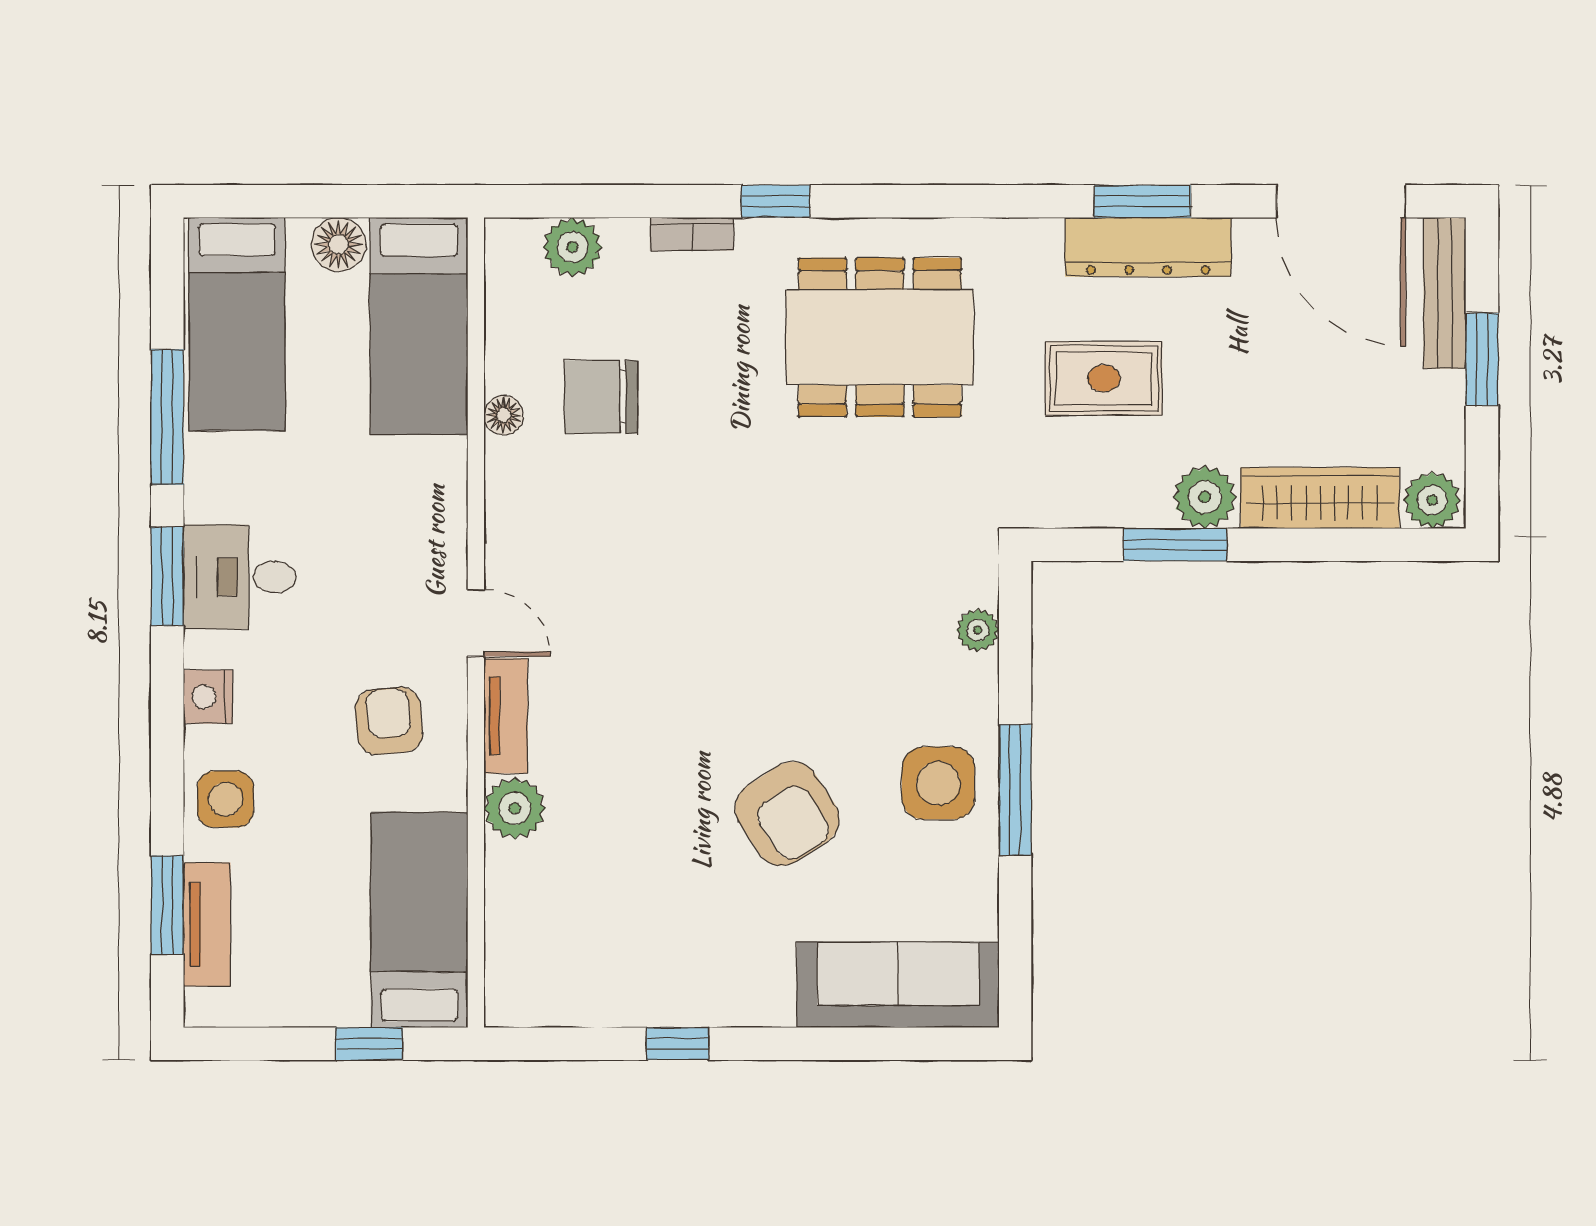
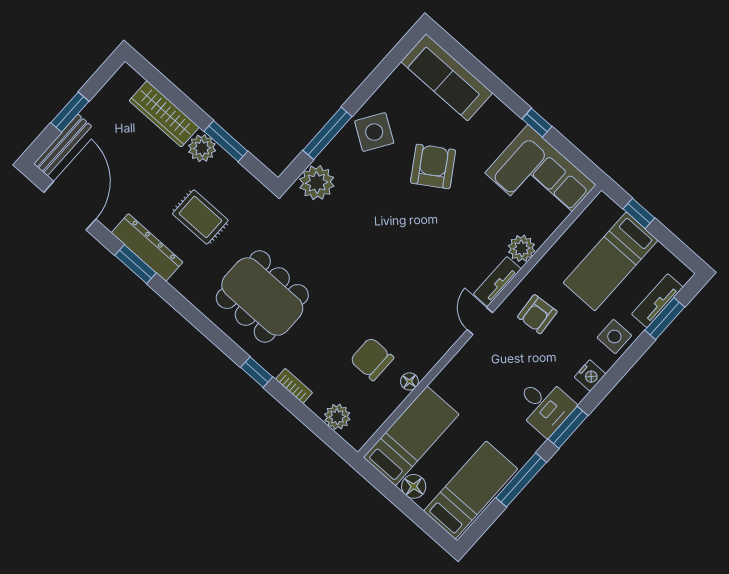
chair: (601, 397) -> (372, 359), turned 180
plant: (1432, 500) -> (128, 80), removed
plant: (978, 630) -> (317, 183), width x1.88, depth x1.88
side table: (938, 783) -> (374, 132), turned 33
window: (1015, 790) -> (327, 133), moved
bed: (419, 920) -> (611, 261), moved
corner sofa: (587, 954) -> (540, 179), added

